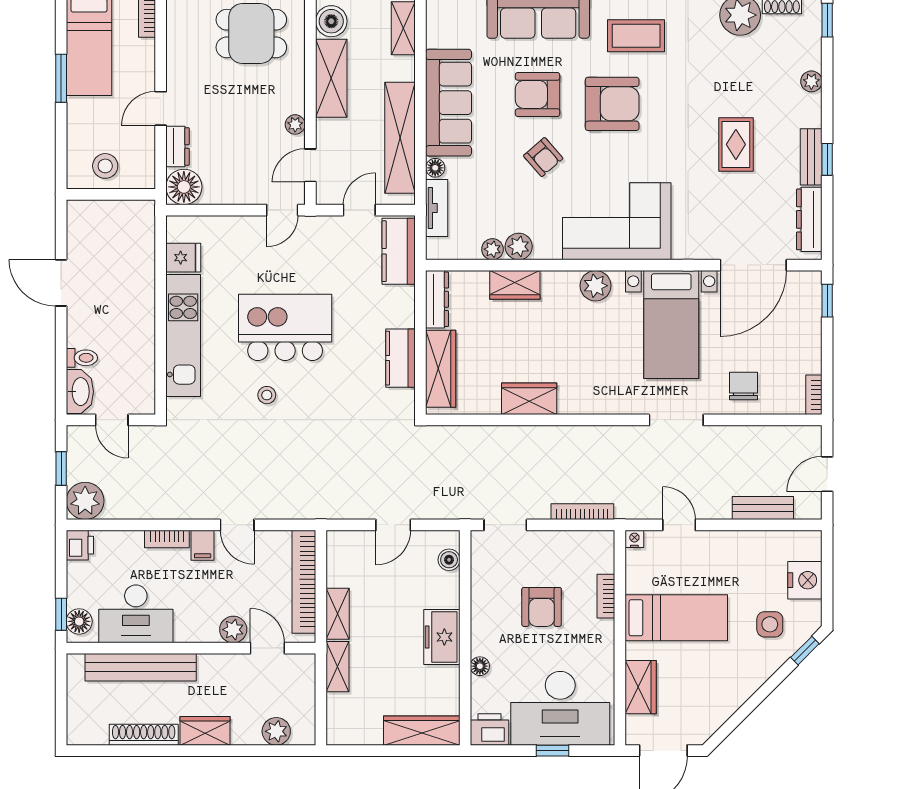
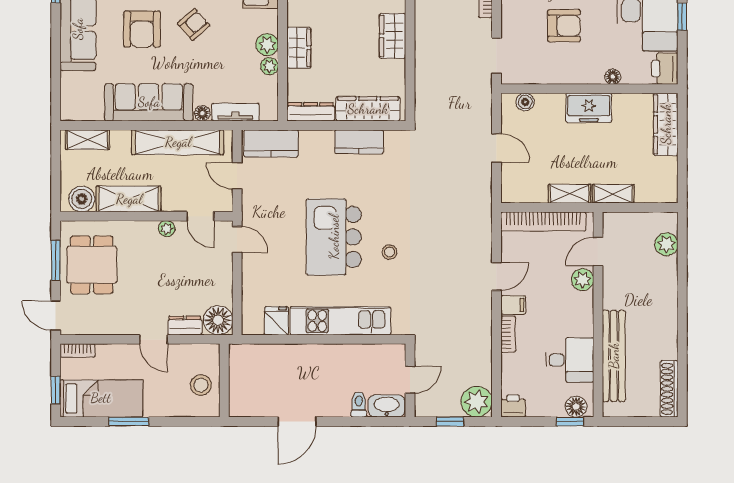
desk: (136, 614) -> (570, 360), width x0.73
wardrobe: (205, 731) -> (666, 303), removed
shoe rack: (144, 735) -> (669, 389), moved

